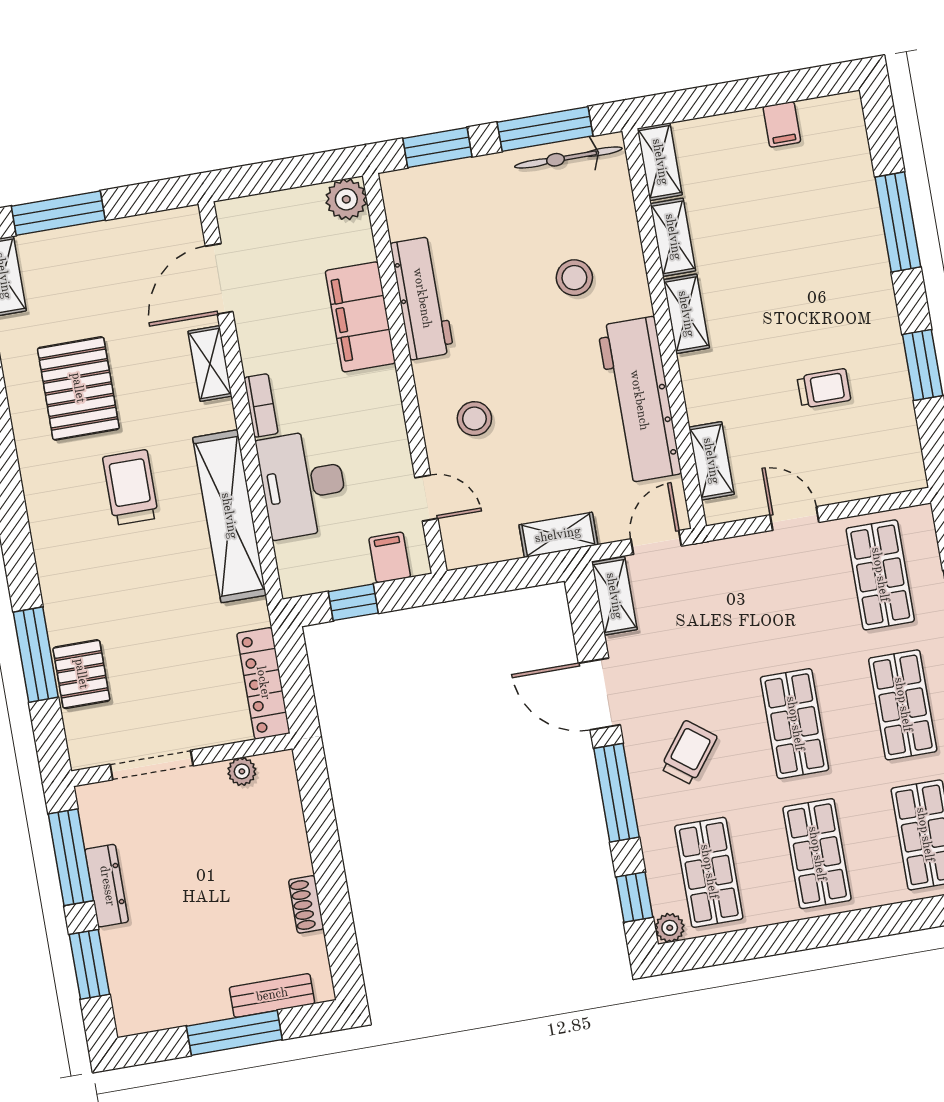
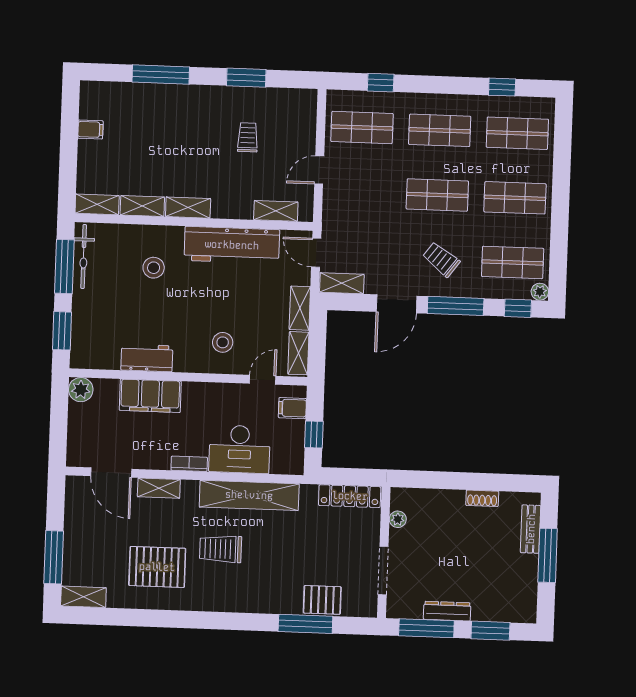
workbench: (422, 298) -> (147, 358), width x0.73
shelving: (483, 548) -> (298, 353), added

